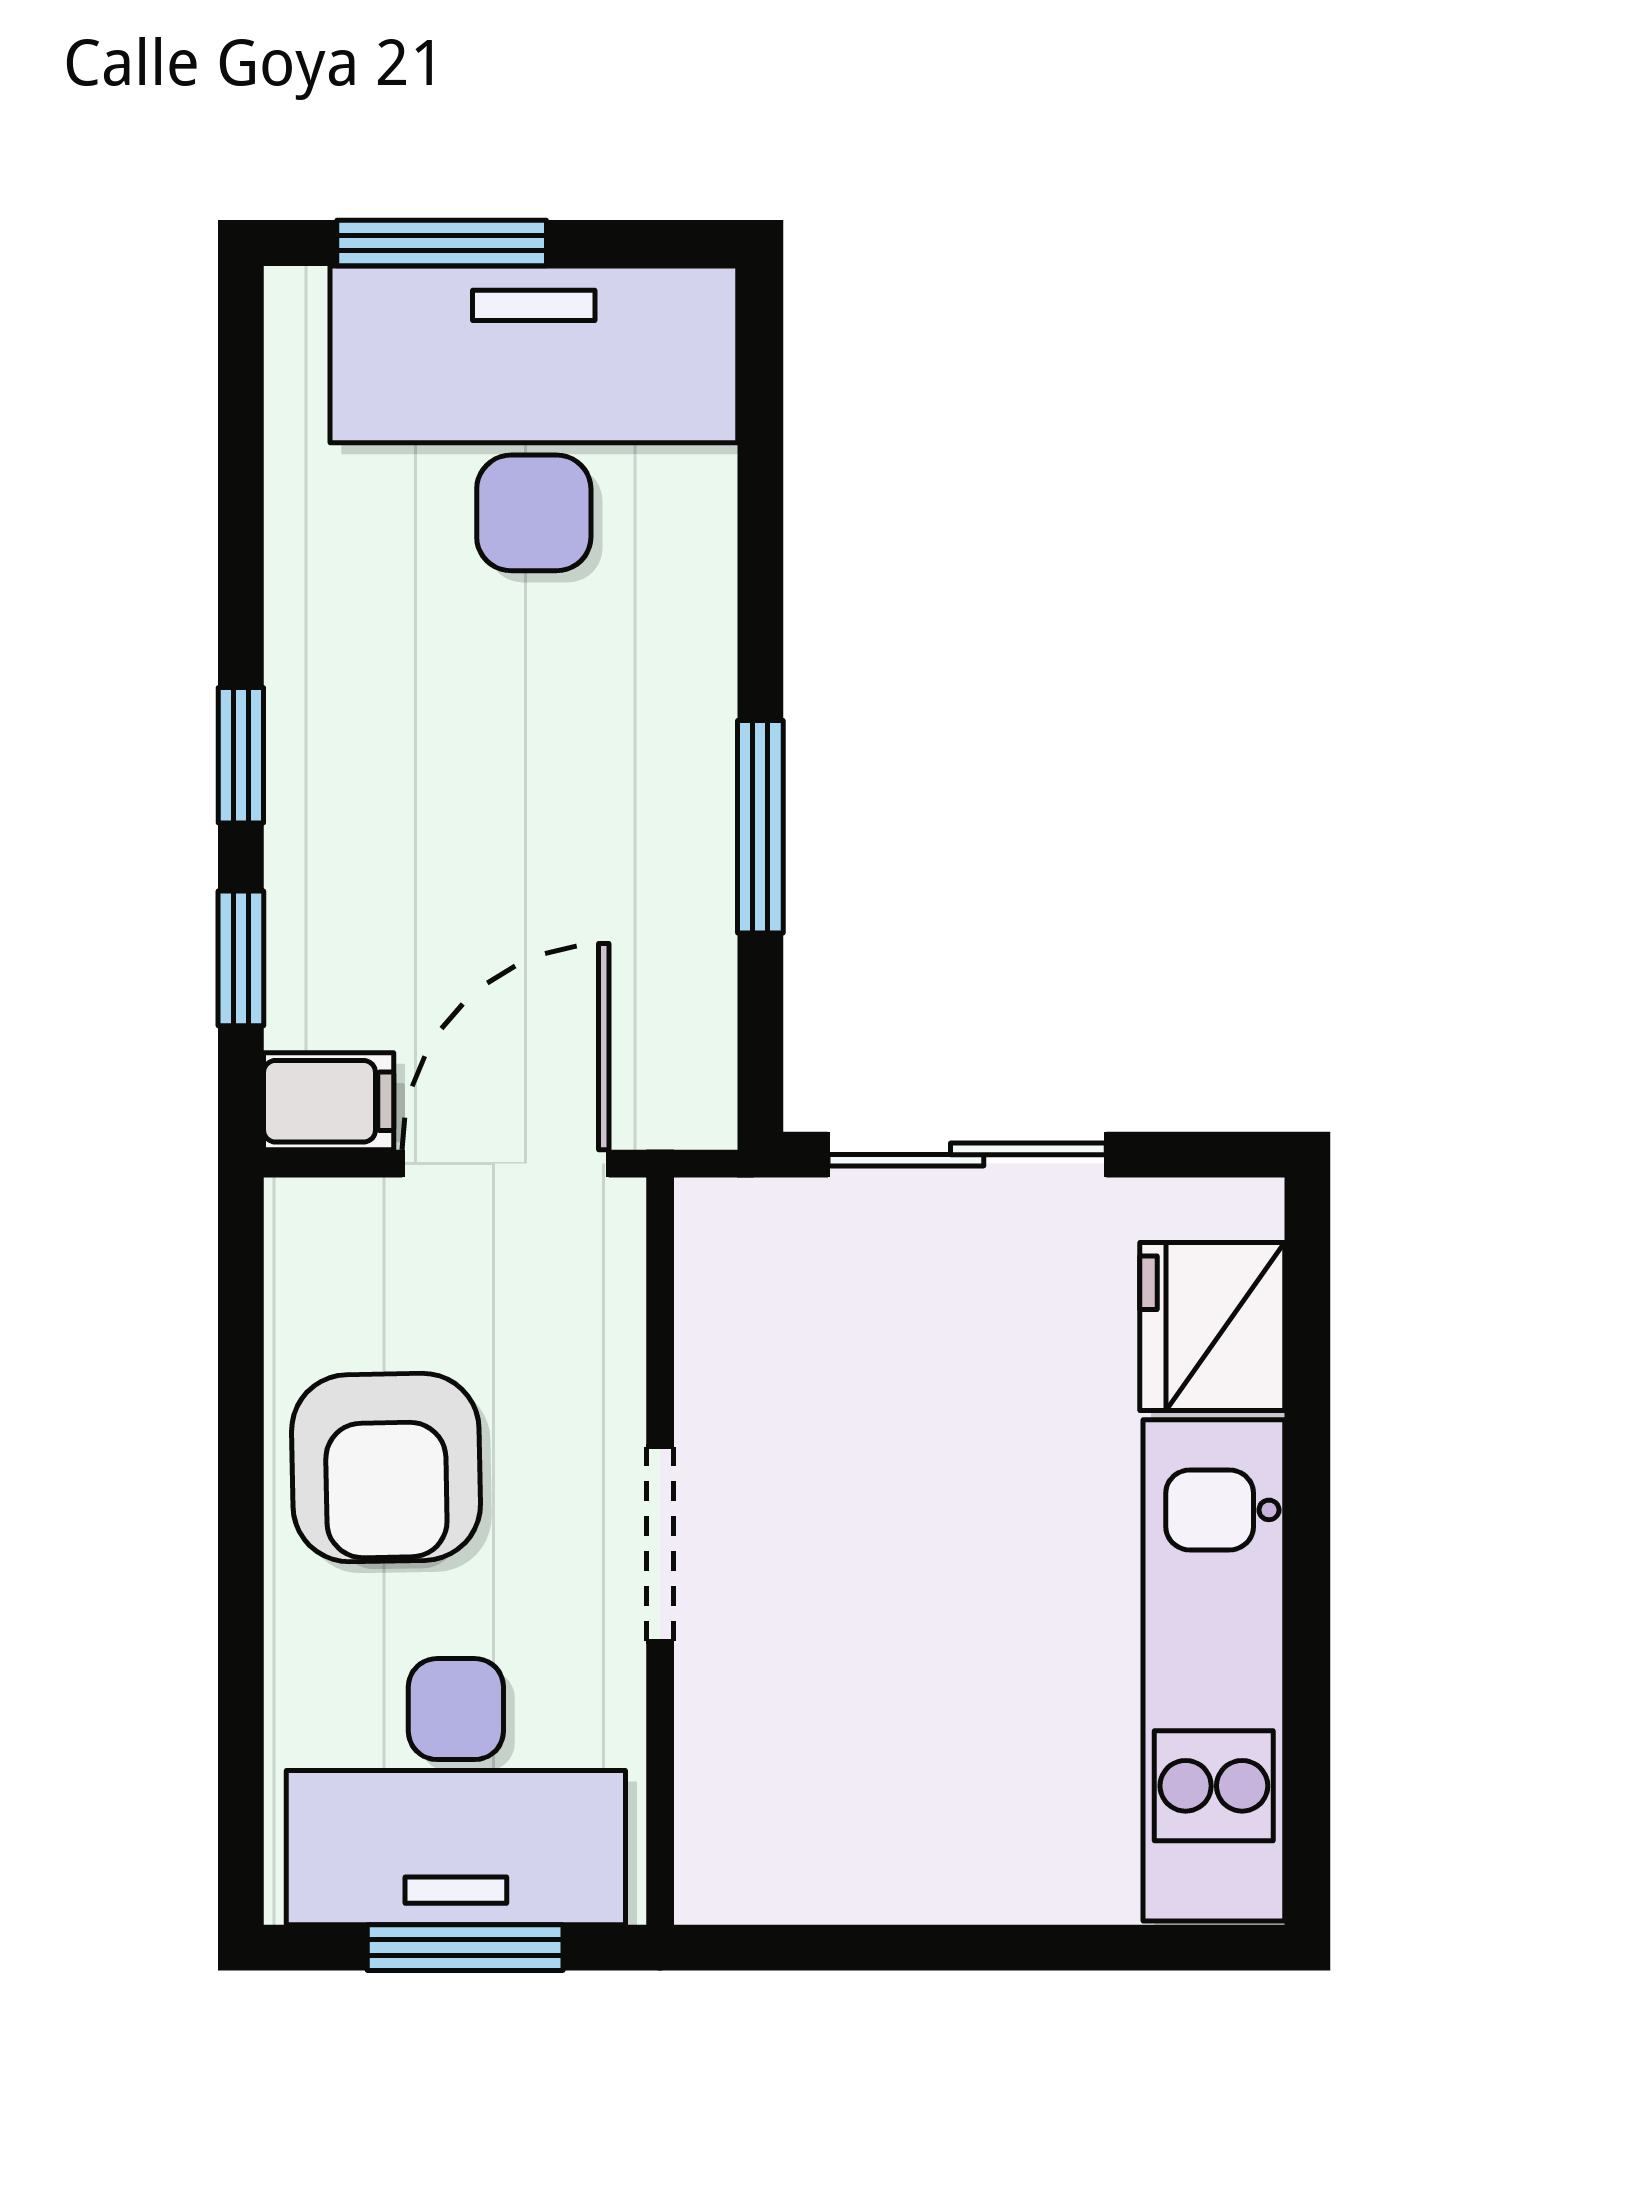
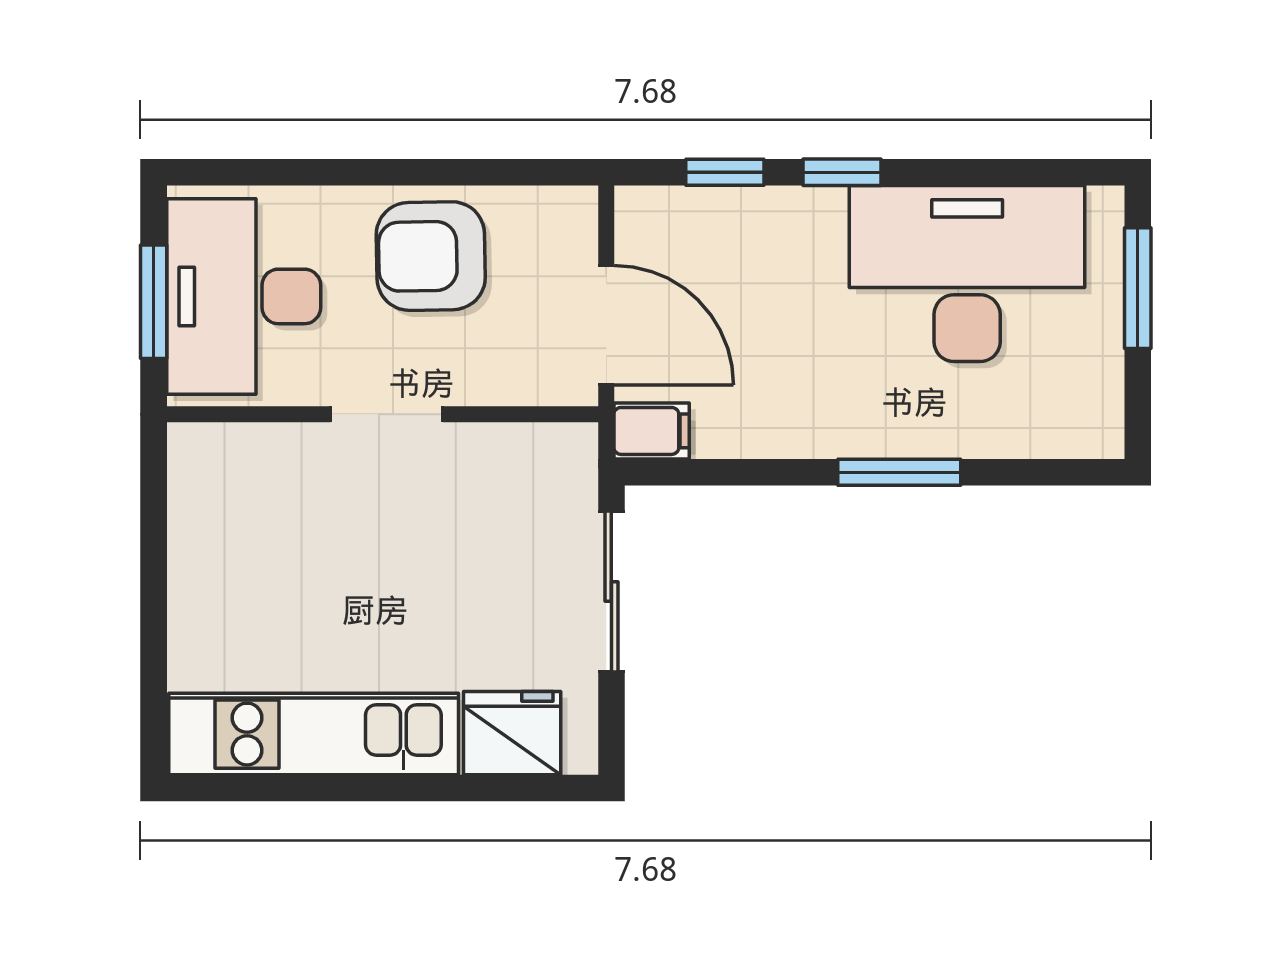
desk: (534, 418) -> (967, 273), moved, turned -90
window: (760, 827) -> (899, 472), moved
filing cabinet: (329, 1101) -> (652, 431), moved, turned -90

